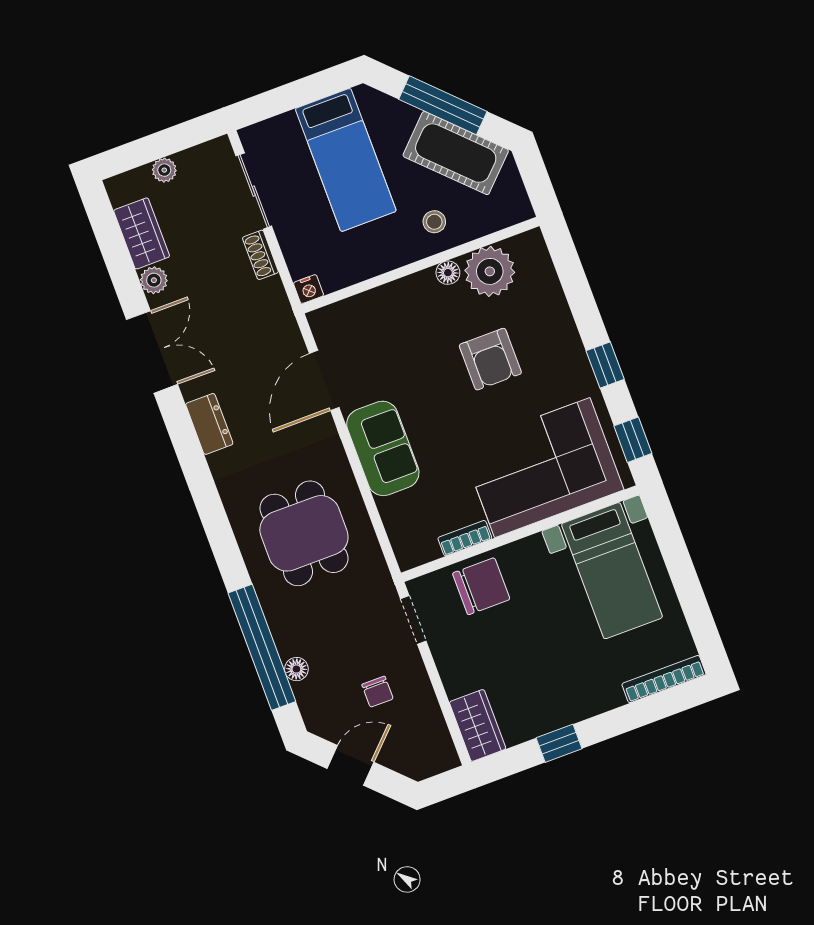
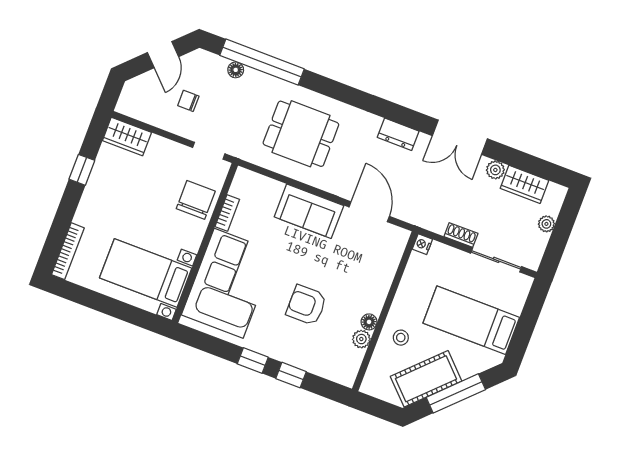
plant: (490, 271) -> (361, 339), width x0.53, depth x0.53
window: (633, 440) -> (291, 375), moved
chair: (481, 586) -> (196, 200), turned 180

